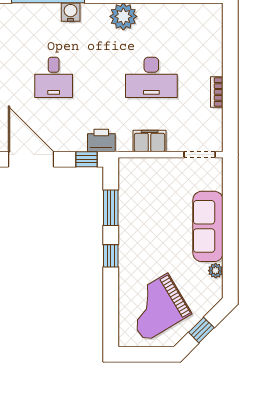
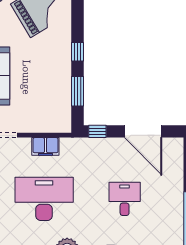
desk: (151, 77) -> (44, 199), width x1.36, depth x1.30
printer: (101, 140) -> (85, 147), removed

